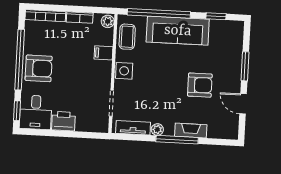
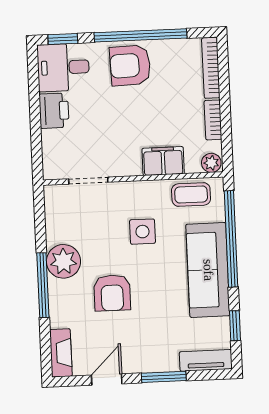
filing cabinet: (103, 53) -> (163, 161), width x2.00
armchair: (39, 68) -> (130, 65), turned 88
side table: (124, 71) -> (142, 232), moved
armchair: (200, 85) -> (112, 293), moved
tv unit: (133, 128) -> (206, 360), moved, turned -90
plant: (157, 130) -> (63, 261), width x1.87, depth x1.87
fireplace: (191, 130) -> (61, 353), moved

